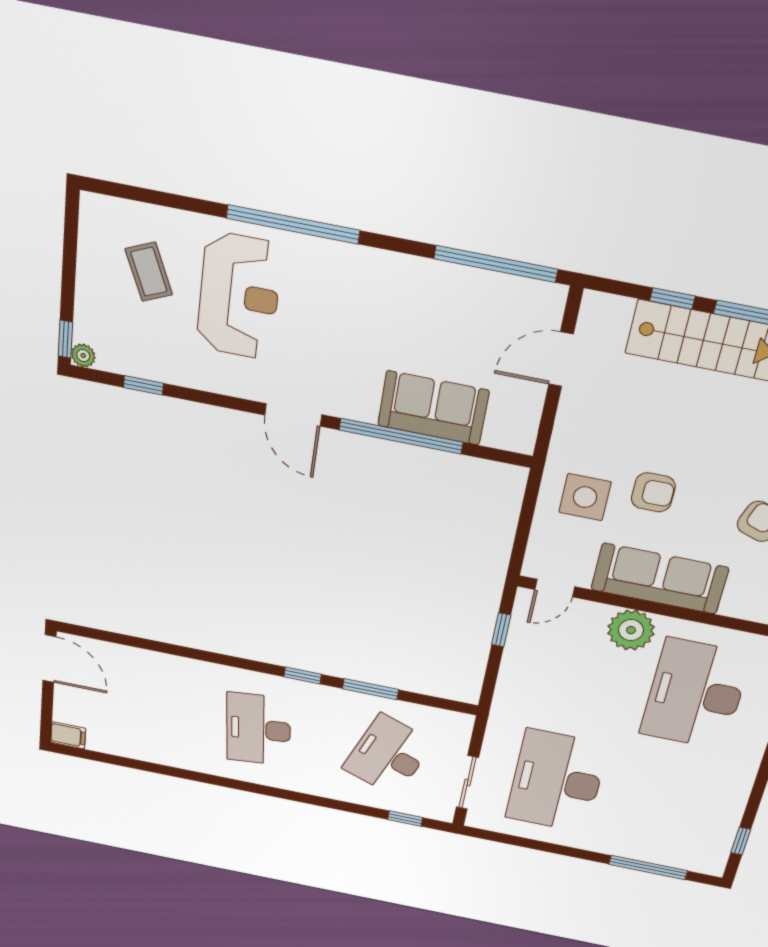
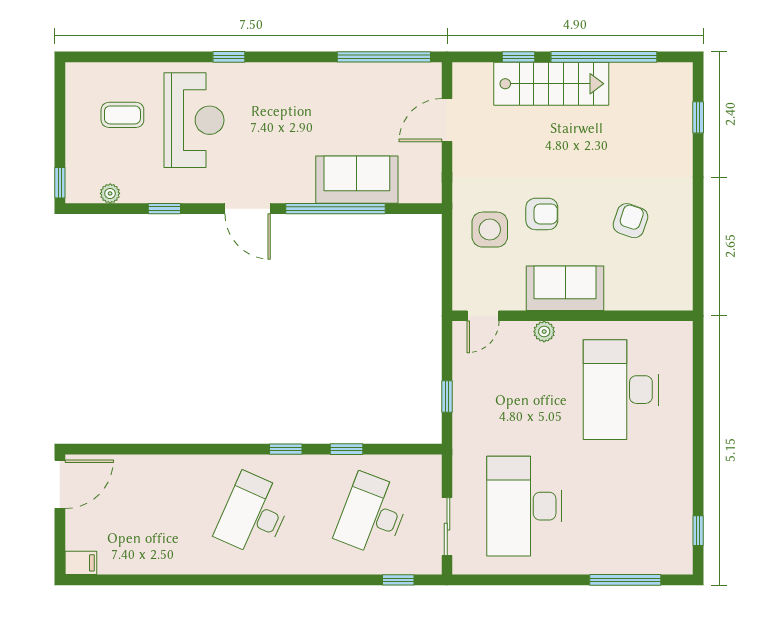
window: (293, 224) -> (229, 57), width x0.32
coffee table: (149, 272) -> (122, 115), turned -67
plant: (83, 356) -> (110, 193), moved
window: (143, 385) -> (164, 209), moved
sofa: (660, 579) -> (565, 288), width x0.73
window: (501, 630) -> (447, 397), moved
plant: (631, 630) -> (544, 332), width x0.53, depth x0.53
door: (49, 659) -> (60, 484), hinge flipped
window: (370, 689) -> (346, 449), width x0.67
desk: (258, 729) -> (253, 515), turned 30

